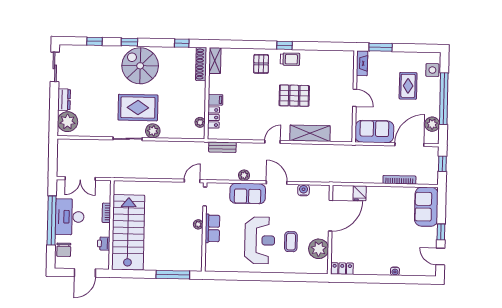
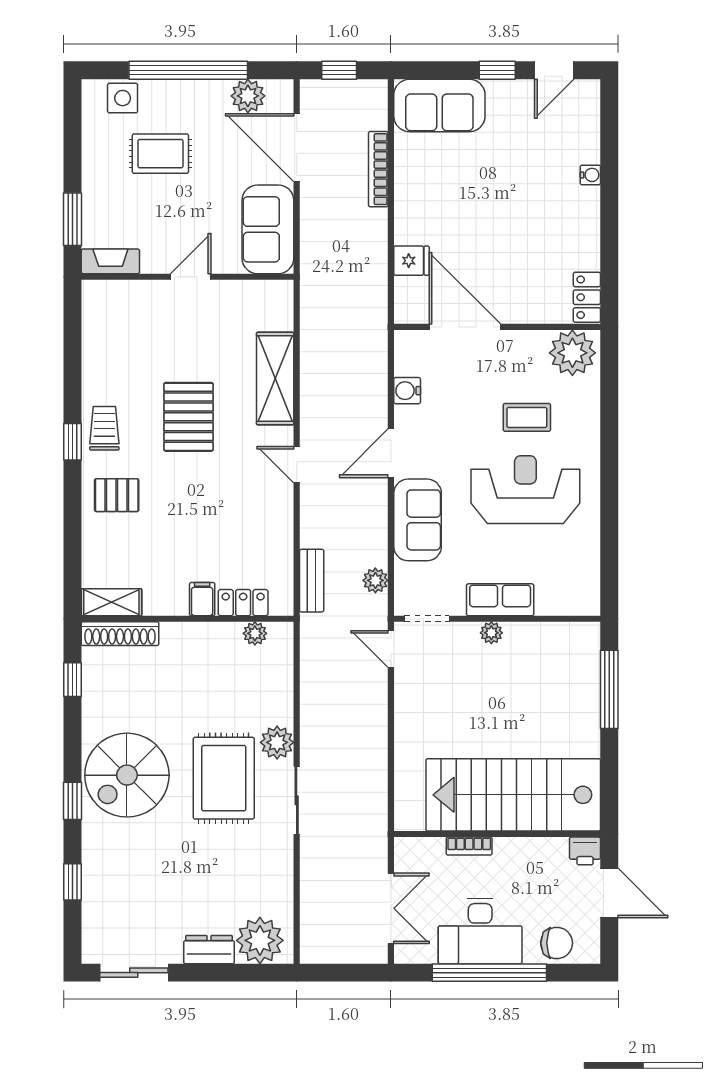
plant: (244, 175) -> (375, 580), moved
printer: (104, 244) -> (585, 851), moved
plant: (319, 249) -> (572, 353), moved

